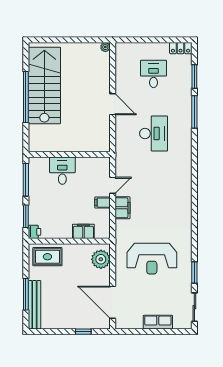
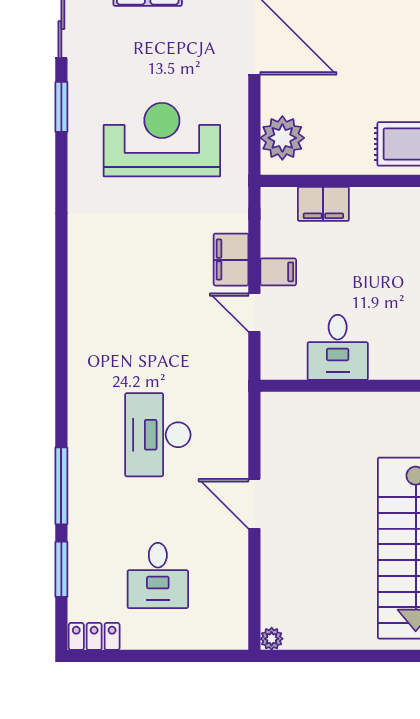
desk: (62, 171) -> (338, 347), moved
door: (113, 185) -> (254, 312), hinge flipped

